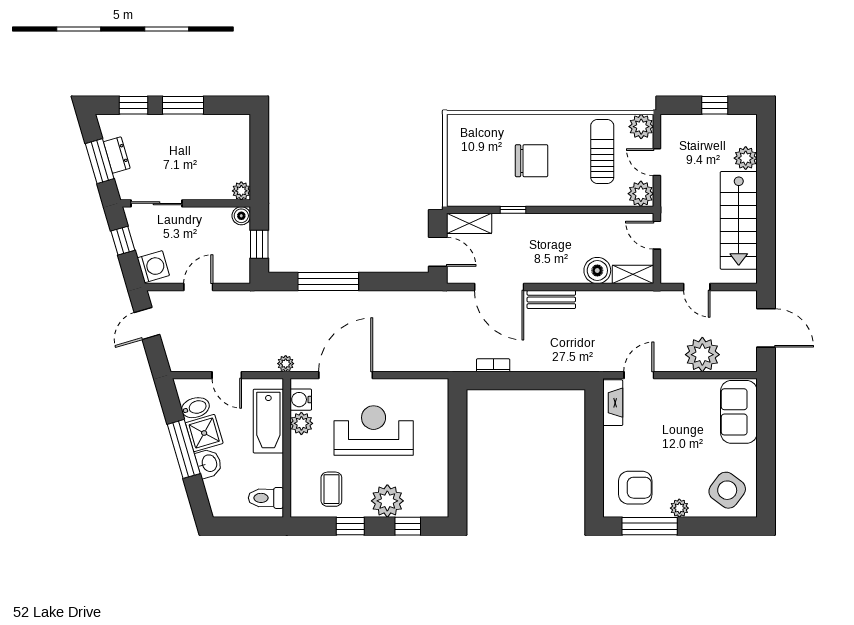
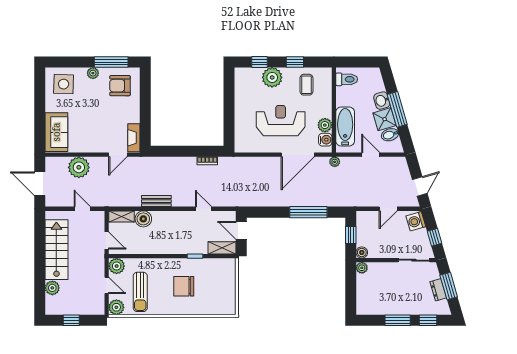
door: (499, 287) -> (204, 209), width x0.53
bench: (551, 300) -> (156, 201), moved
reception desk: (374, 431) -> (281, 121), turned 180
side table: (727, 490) -> (64, 84), turned -35

